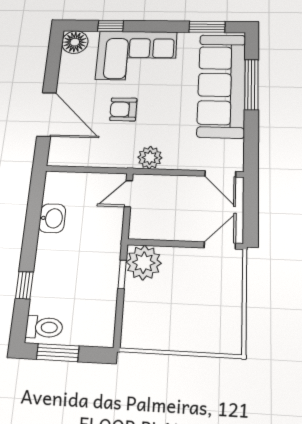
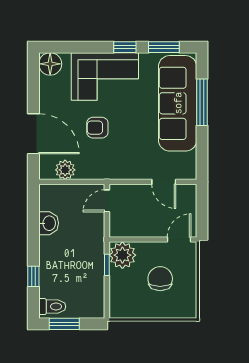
window: (111, 26) -> (125, 47), moved
plant: (150, 158) -> (65, 170), moved
door: (220, 174) -> (164, 182), moved
chair: (193, 296) -> (160, 279), added

